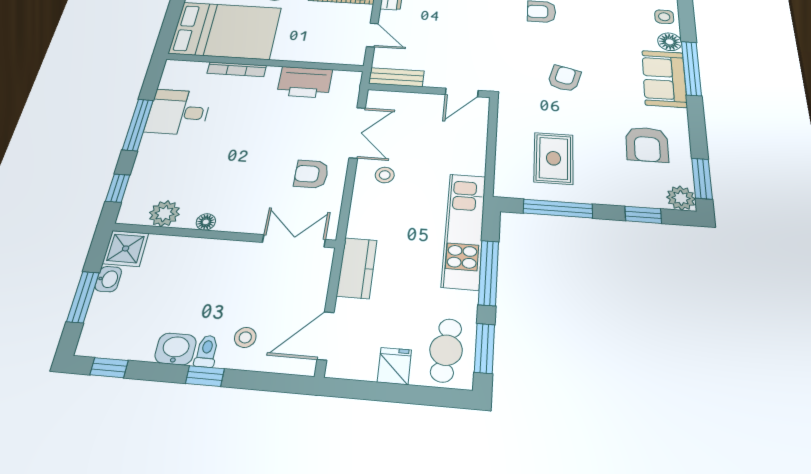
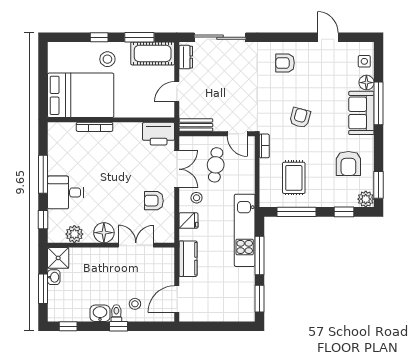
door: (372, 35) -> (177, 92), swing flipped
printer: (305, 82) -> (159, 134), moved
door: (462, 93) -> (237, 134), hinge flipped
bookcase: (505, 111) -> (264, 146), added
desk: (178, 112) -> (65, 192), moved
floor lamp: (206, 222) -> (104, 233), width x1.89, depth x1.89
double door: (294, 241) -> (136, 245), moved
cafe table: (446, 350) -> (216, 165), moved
fridge: (394, 366) -> (188, 221), moved, turned 90

